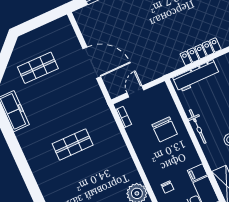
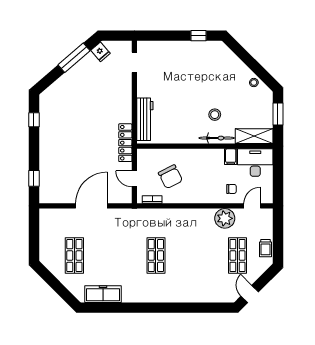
locker: (201, 52) -> (125, 143), moved
bicycle: (198, 126) -> (217, 138), moved
chair: (165, 129) -> (170, 177), moved, turned 63

